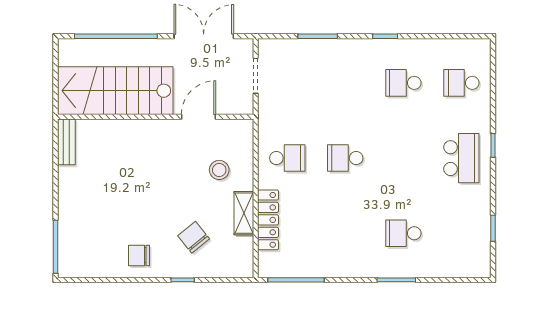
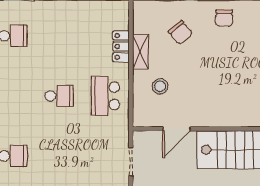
school desk: (287, 158) -> (106, 96), width x1.85
locker: (268, 220) -> (121, 46), width x0.66
chair: (139, 255) -> (224, 18), turned 90

